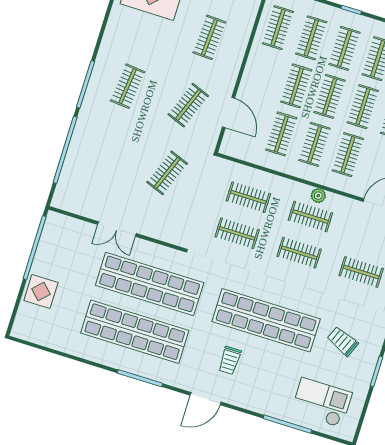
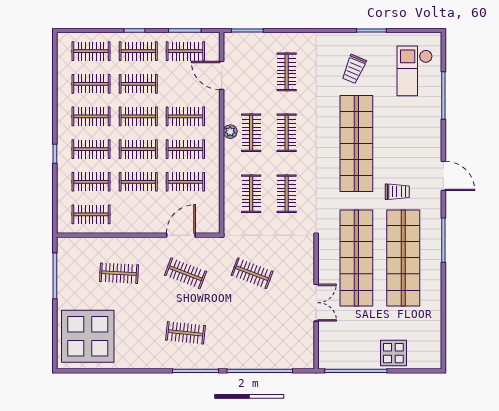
trolley: (230, 360) -> (397, 192), moved

